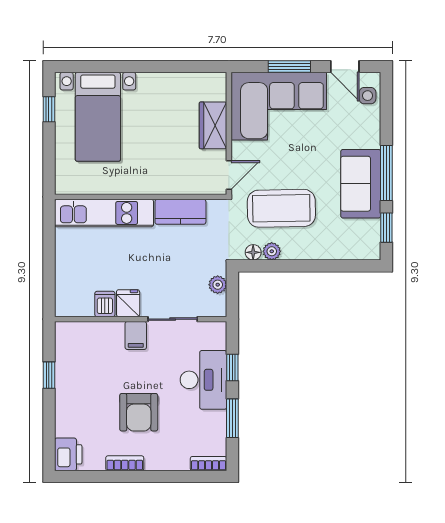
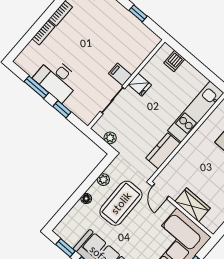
floor lamp: (253, 252) -> (86, 199), moved
dishwasher: (105, 304) -> (174, 61), moved, turned 90
desk: (203, 380) -> (57, 79), moved
armchair: (139, 412) -> (80, 42), removed
bookcase: (209, 464) -> (43, 33), moved

